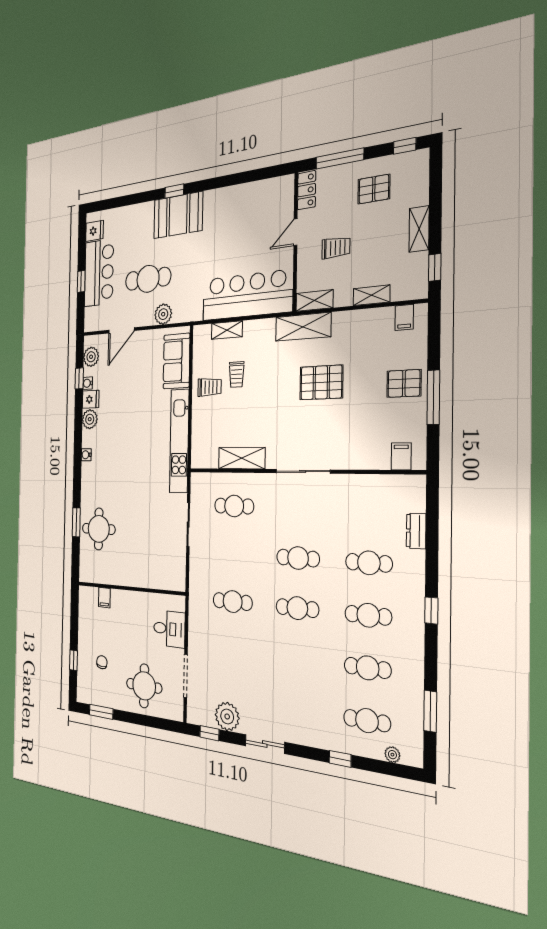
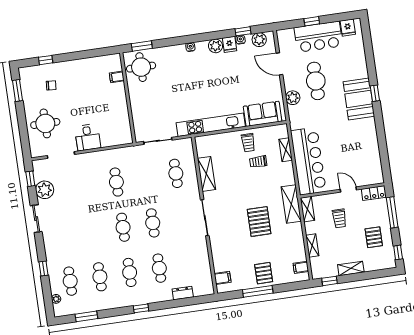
wall: (130, 589) -> (128, 98), moved
filing cabinet: (104, 598) -> (117, 77), moved

